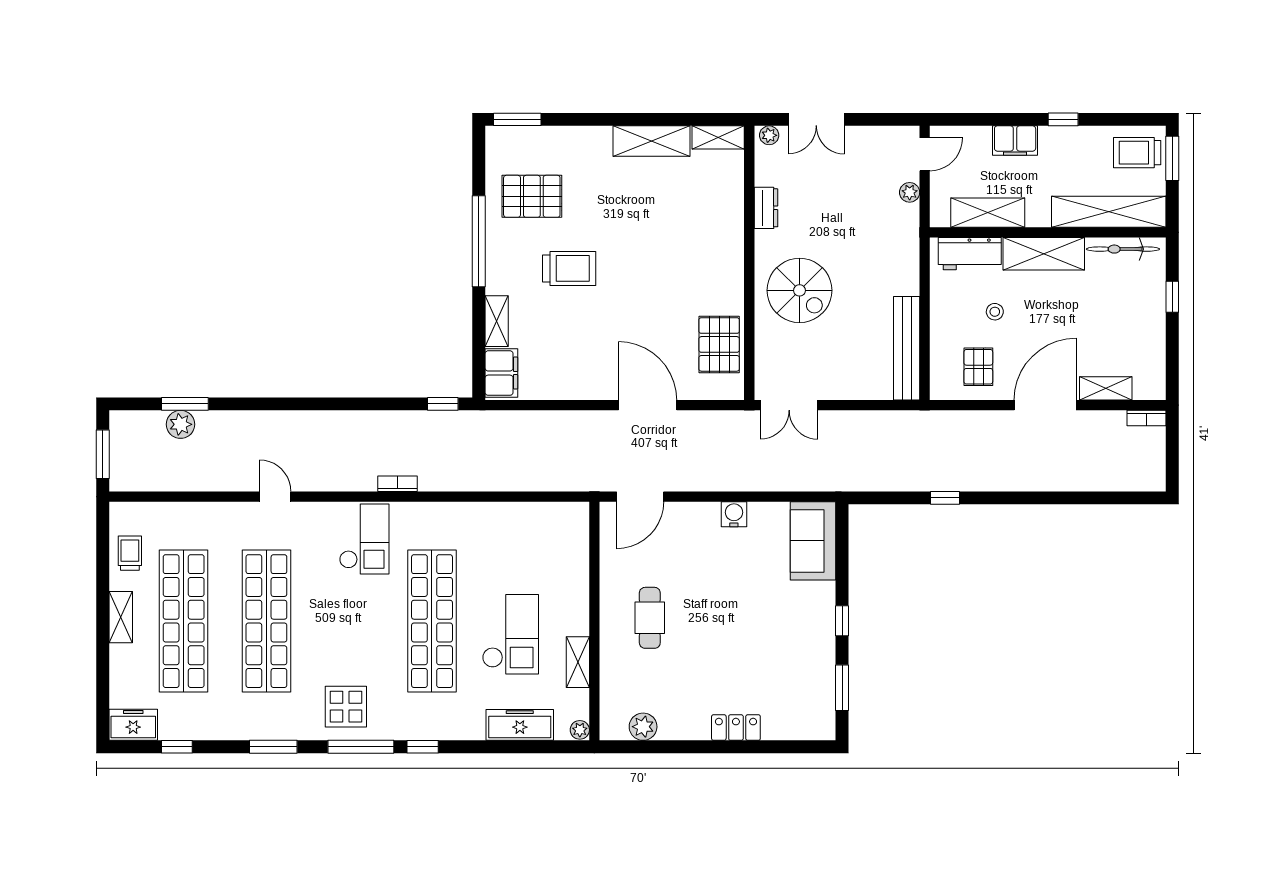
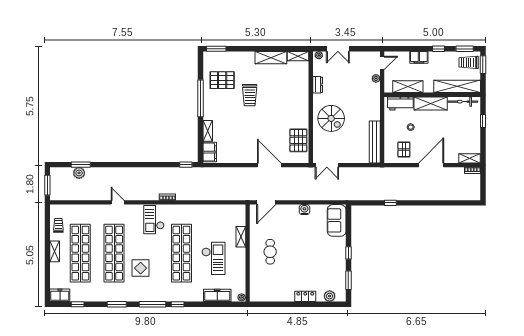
window: (1127, 119) -> (465, 49), added
trolley: (569, 268) -> (250, 95), moved, turned 90
shelving: (1106, 388) -> (469, 158), moved
checkout: (364, 539) -> (154, 220), turned 180
shelving: (578, 662) -> (241, 237), moved
display table: (346, 707) -> (141, 268), moved
plant: (643, 727) -> (330, 296), moved

